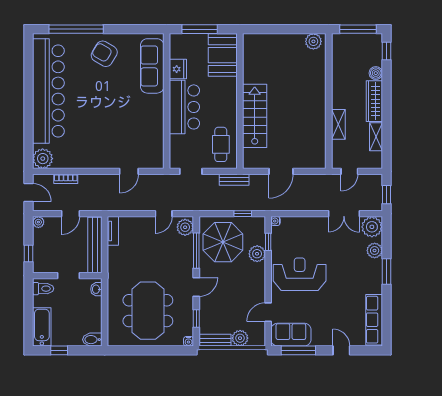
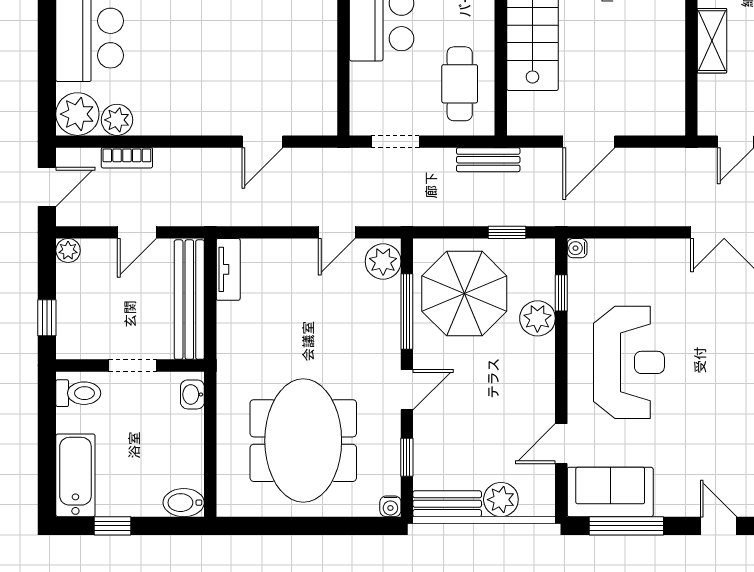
plant: (61, 161) -> (117, 120), added
door: (29, 193) -> (47, 187), hinge flipped
reception desk: (300, 274) -> (629, 362), turned 90

